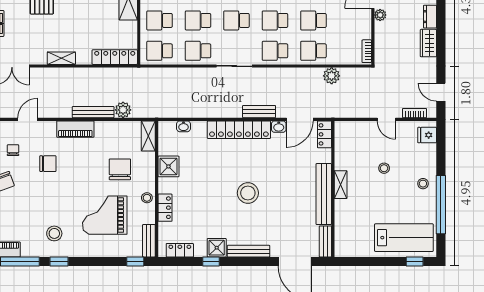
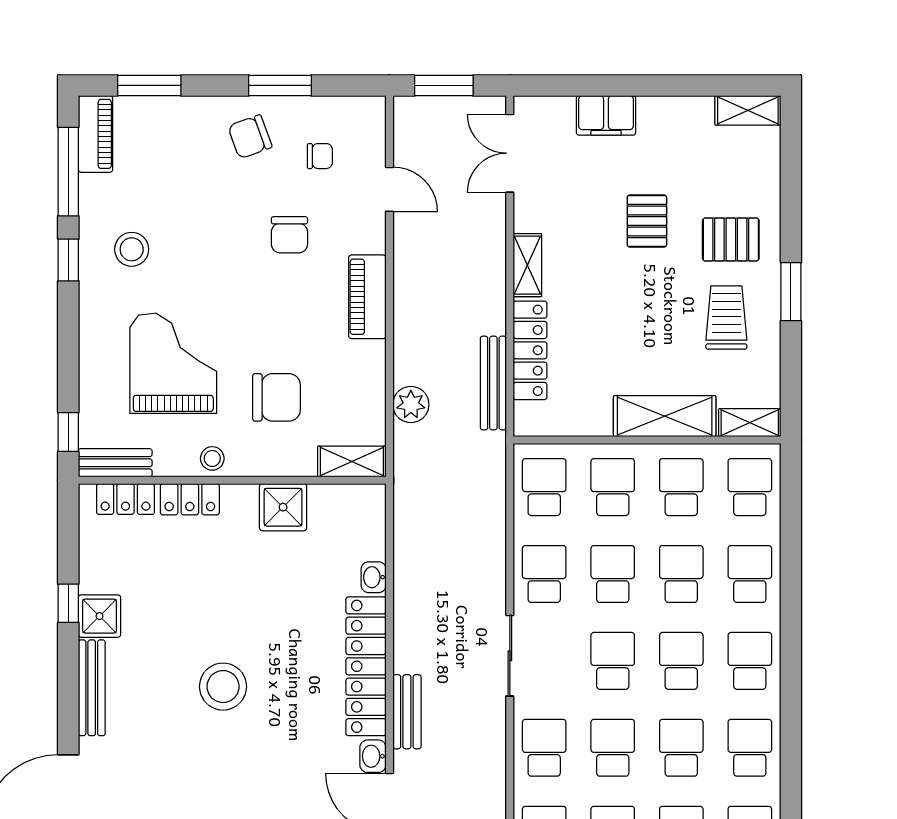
locker: (115, 57) -> (530, 350), moved
bench: (93, 112) -> (493, 383), moved
washbasin: (184, 126) -> (374, 577), moved
locker: (180, 250) -> (125, 499), moved, turned 90

